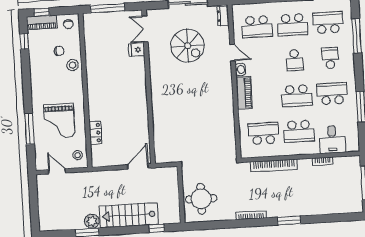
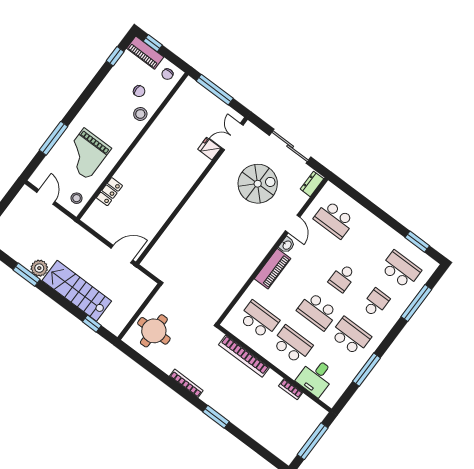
school desk: (292, 25) -> (367, 244), removed
spiral stairs: (187, 46) -> (258, 184), turned -90
school desk: (299, 131) -> (292, 345), turned 180

